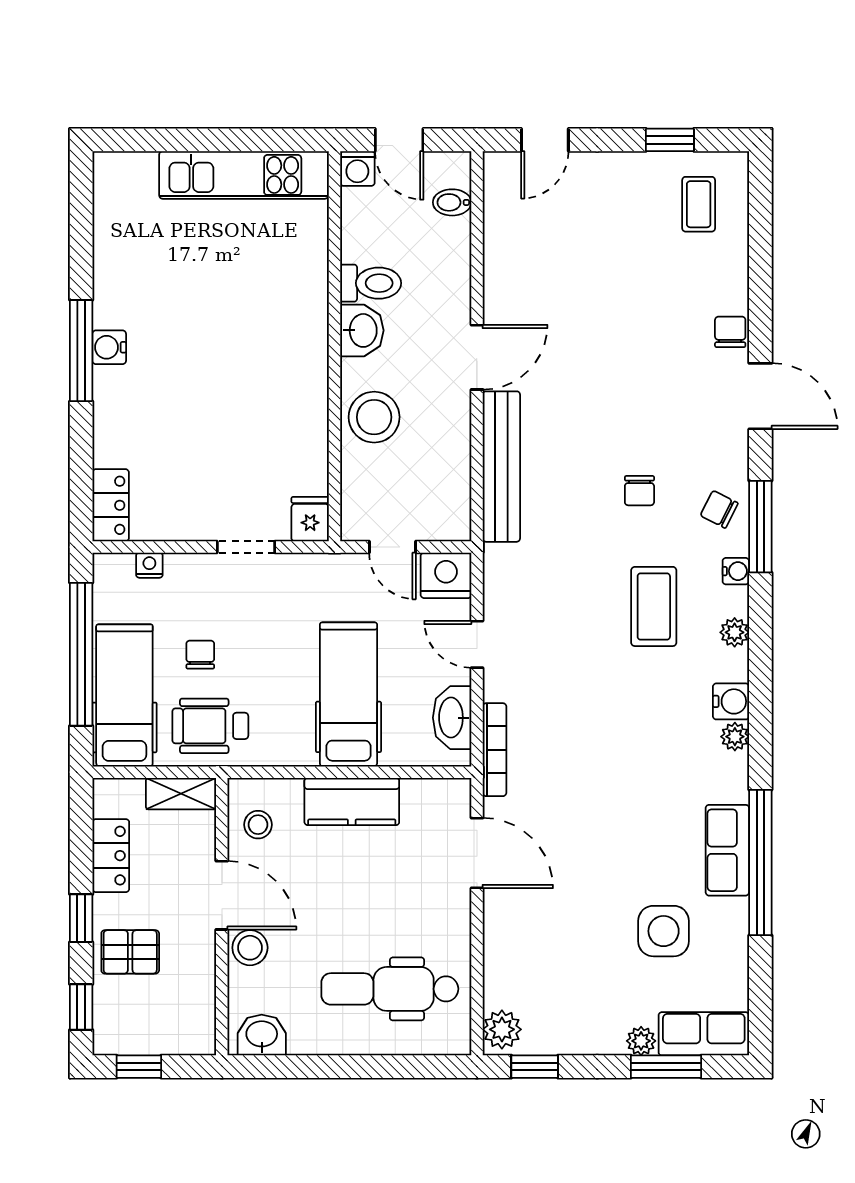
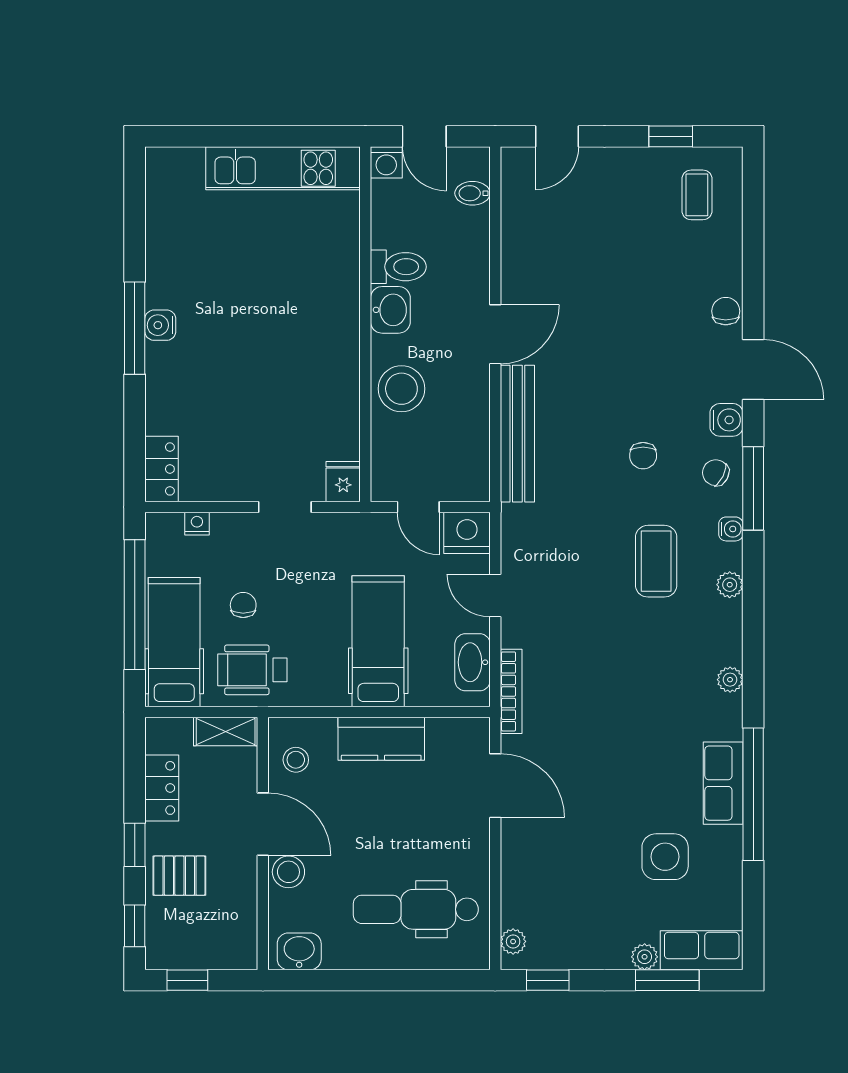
water cooler: (731, 701) -> (726, 420), moved
plant: (502, 1029) -> (513, 941), width x0.73, depth x0.73

